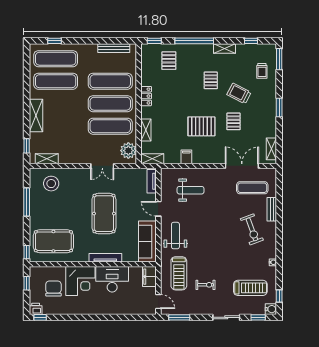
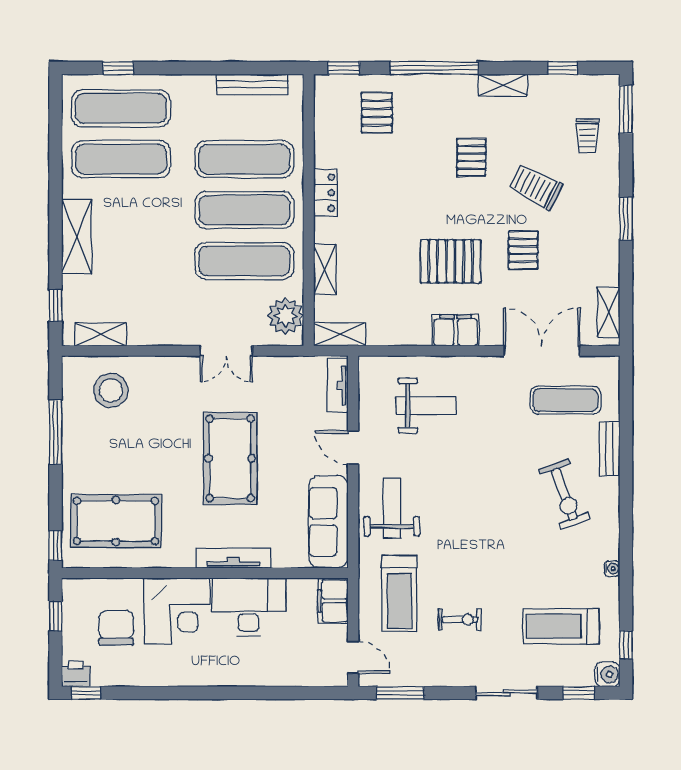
filing cabinet: (186, 157) -> (456, 330), moved, width x2.00
treadmill: (250, 288) -> (561, 626), turned 180

